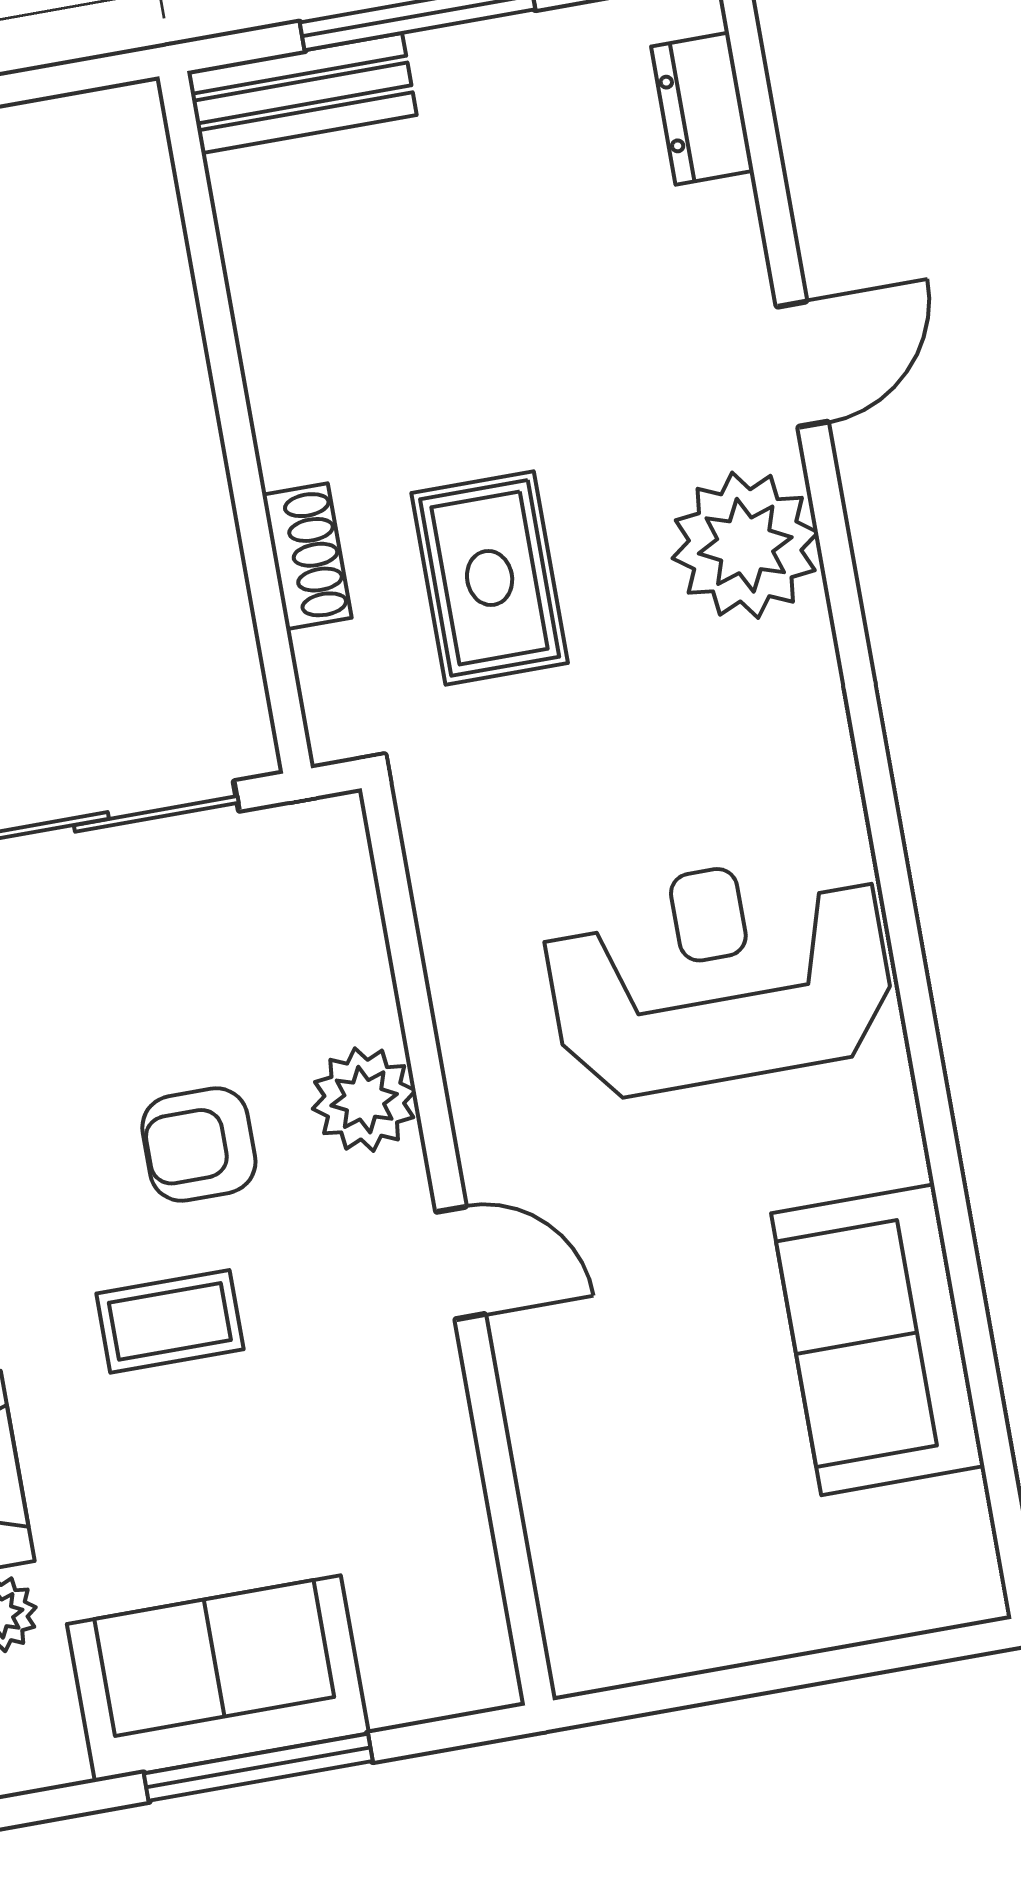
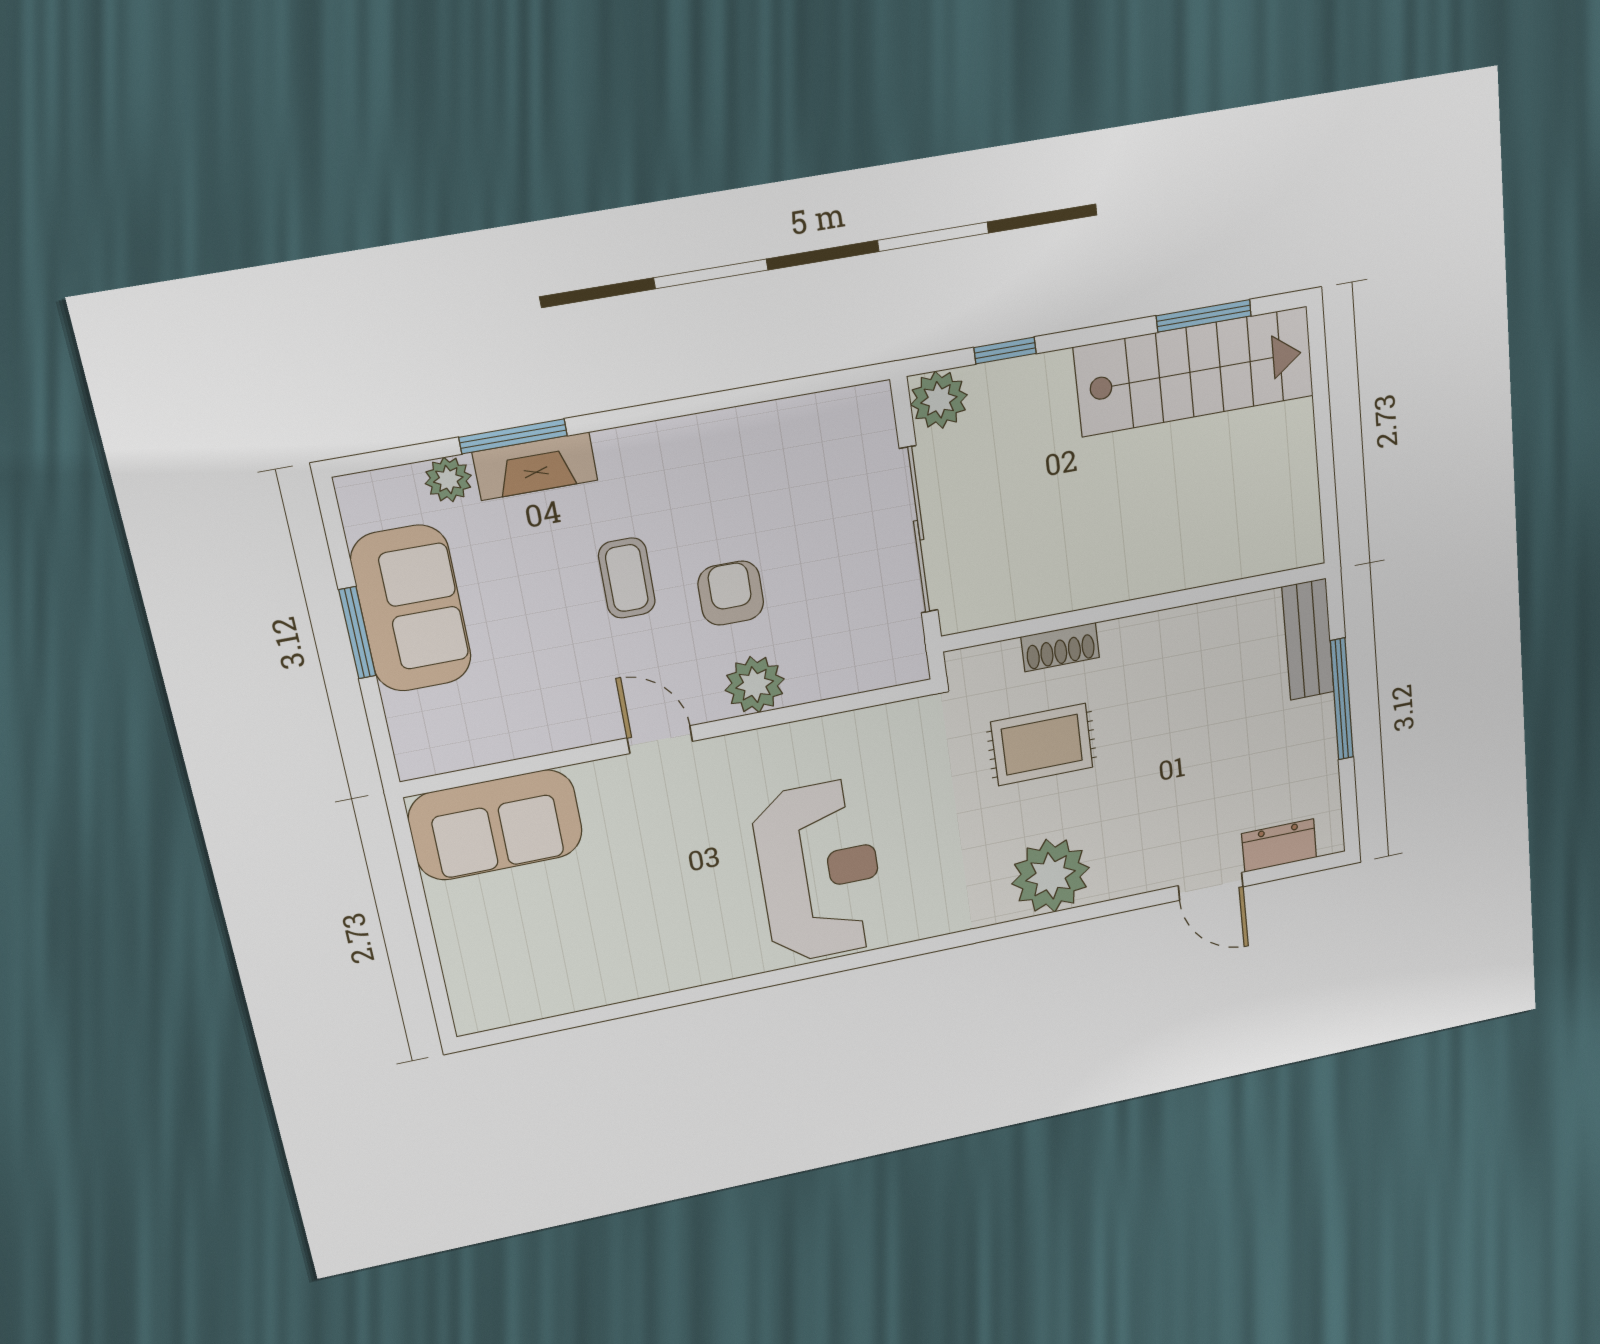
door: (802, 364) -> (1211, 886), moved
door: (461, 1263) -> (660, 740), swing flipped
sofa: (878, 1340) -> (496, 825), moved, turned 180
window: (258, 1767) -> (357, 633), width x0.69

